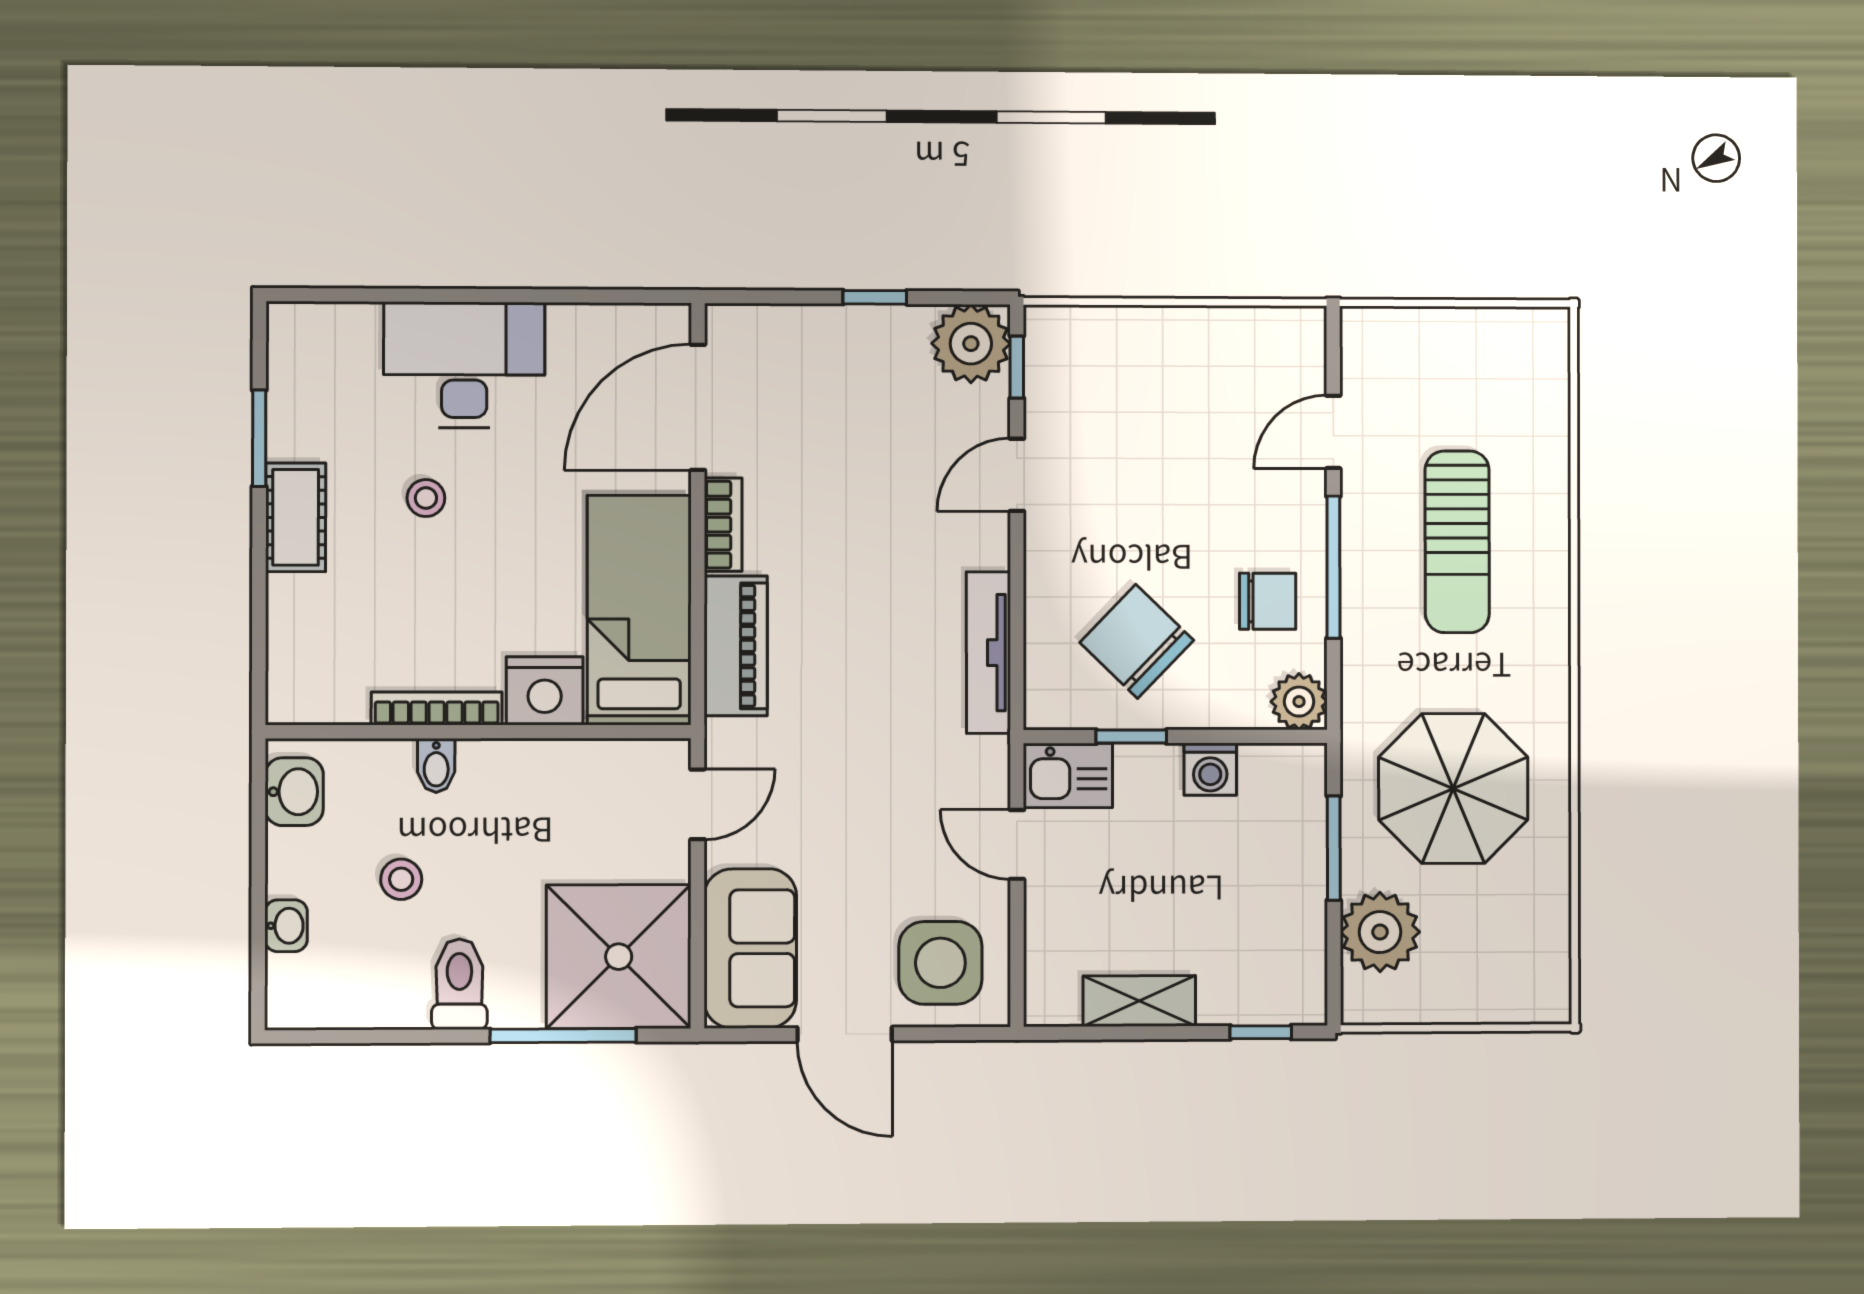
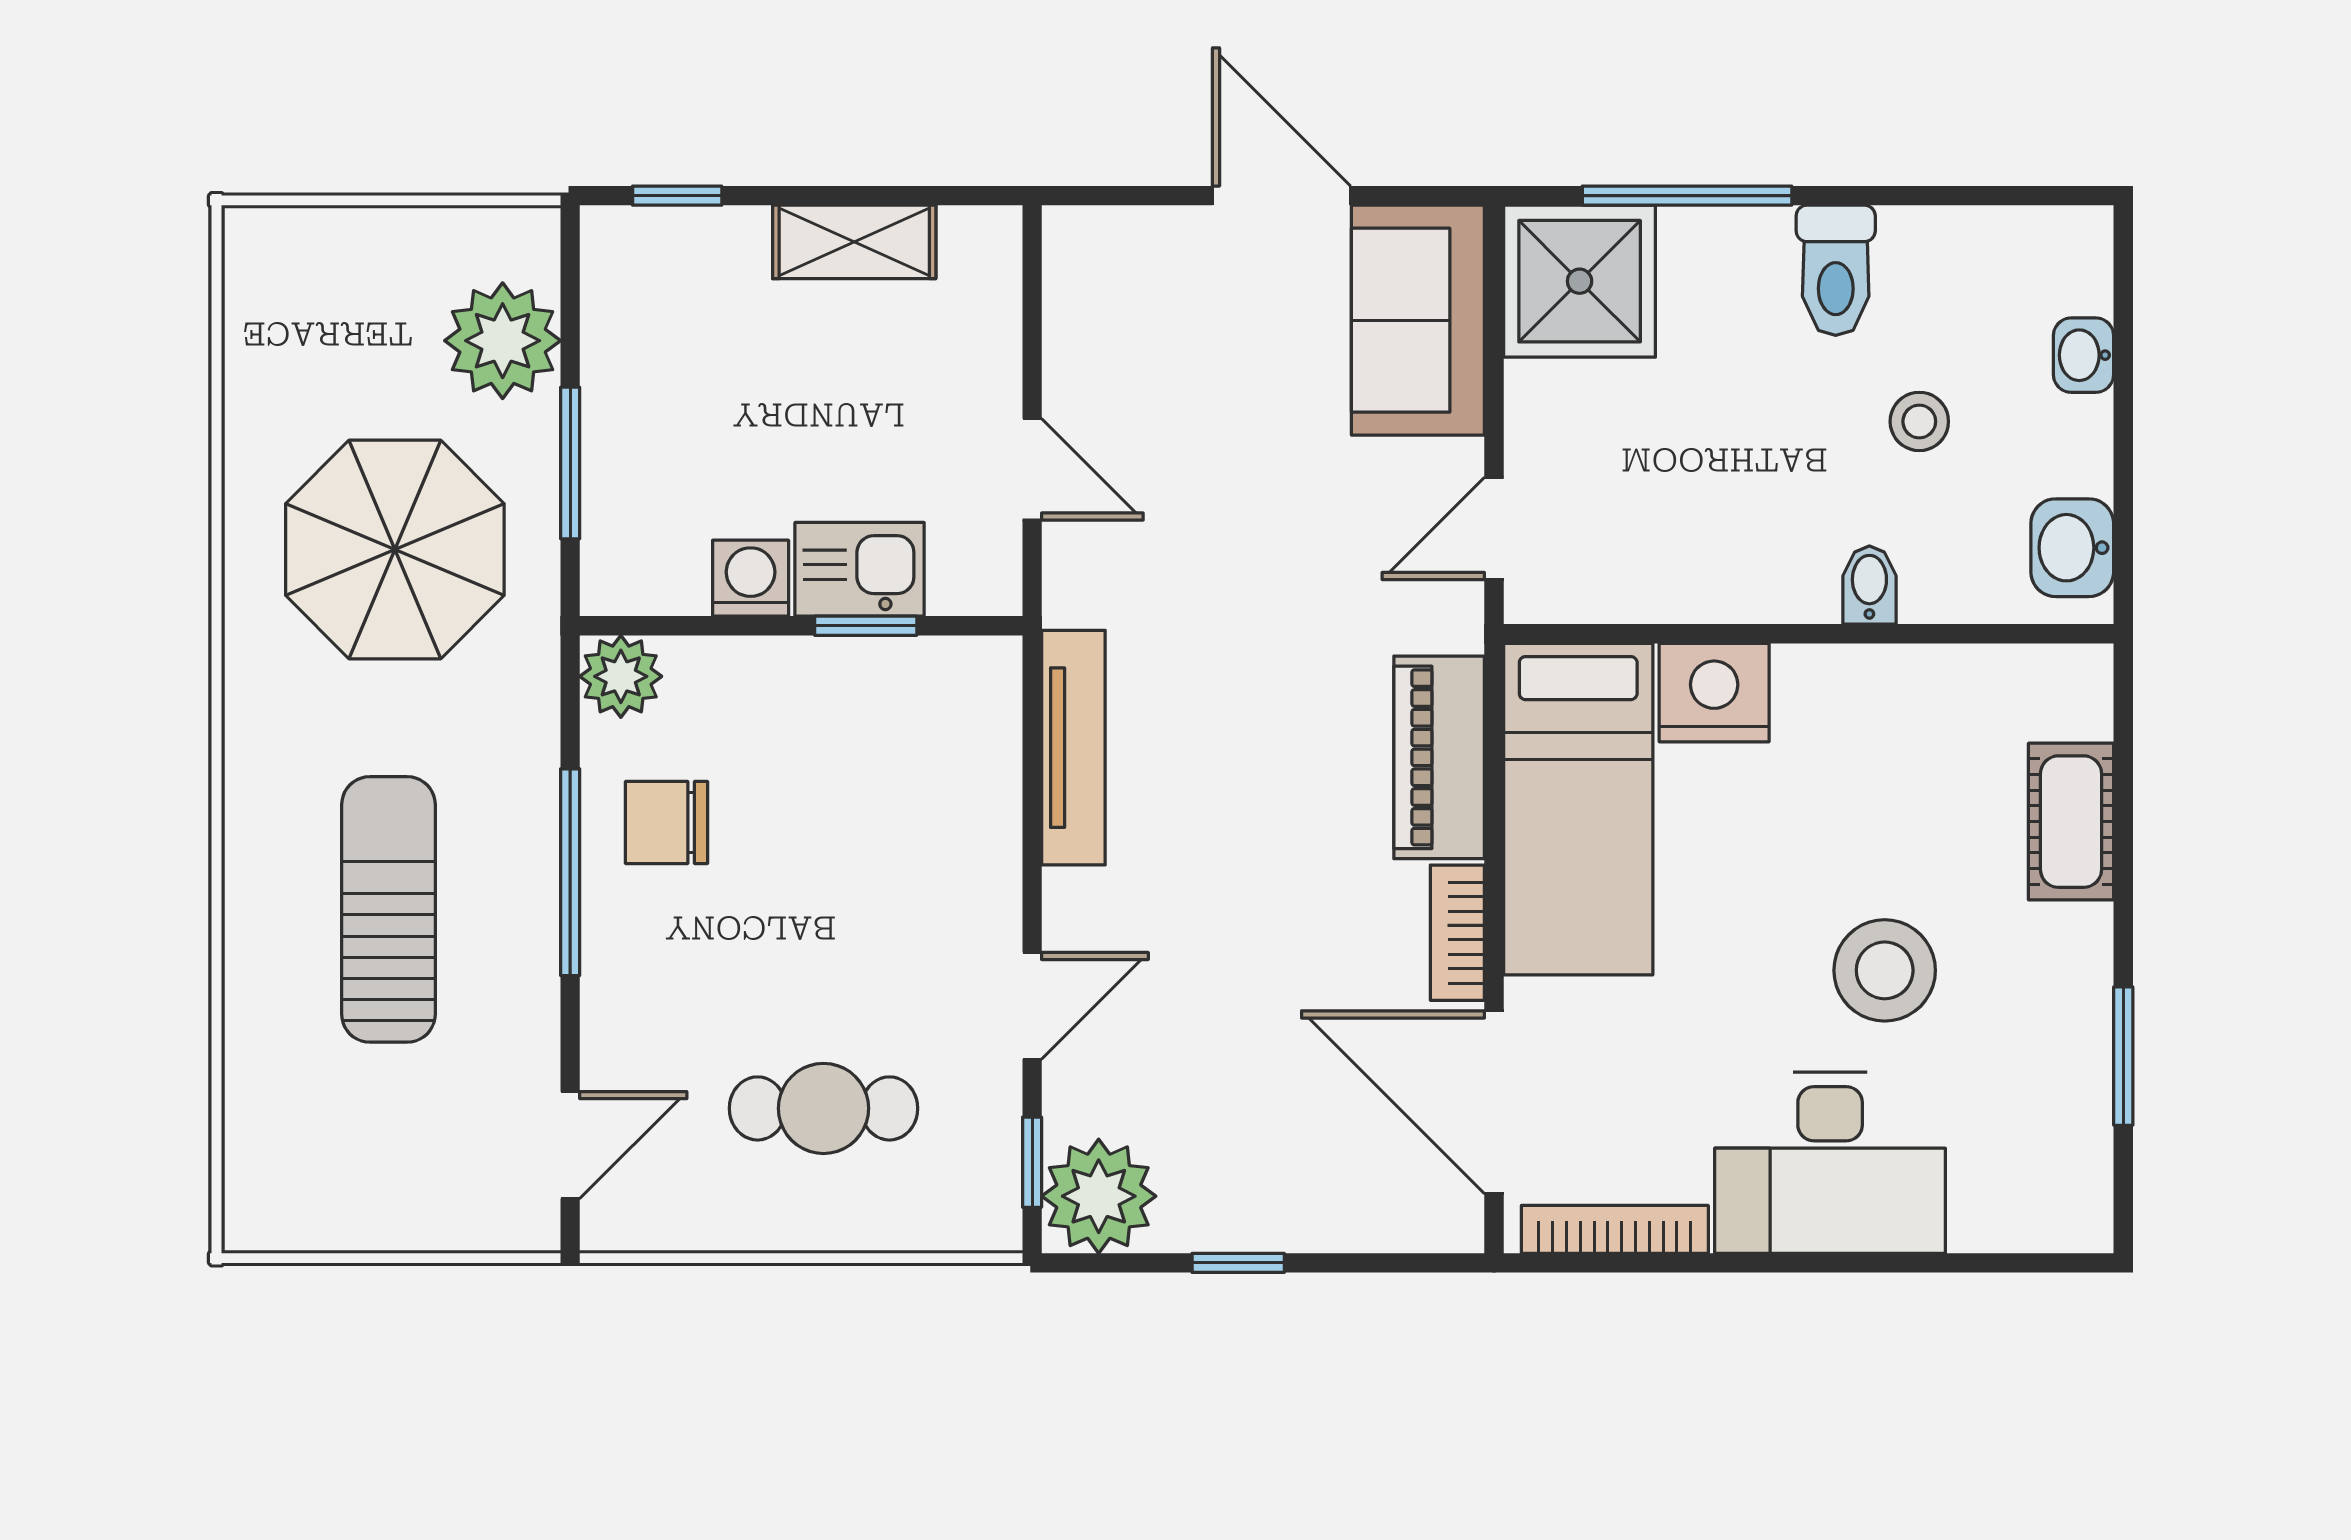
cafe table: (1160, 405) -> (823, 1108), added
door: (698, 407) -> (1494, 1102), swing flipped
door: (1333, 432) -> (570, 1145), moved
stool: (426, 498) -> (1885, 970), width x1.89, depth x1.89
cot: (296, 517) -> (2071, 822), moved
chair: (1137, 641) -> (858, 764), removed
bookcase: (437, 708) -> (1615, 1229), moved, turned 180
kitchen sink: (1068, 775) -> (860, 569), moved
shower: (619, 957) -> (1580, 281), width x0.73, depth x0.73
side table: (940, 963) -> (1143, 298), removed

